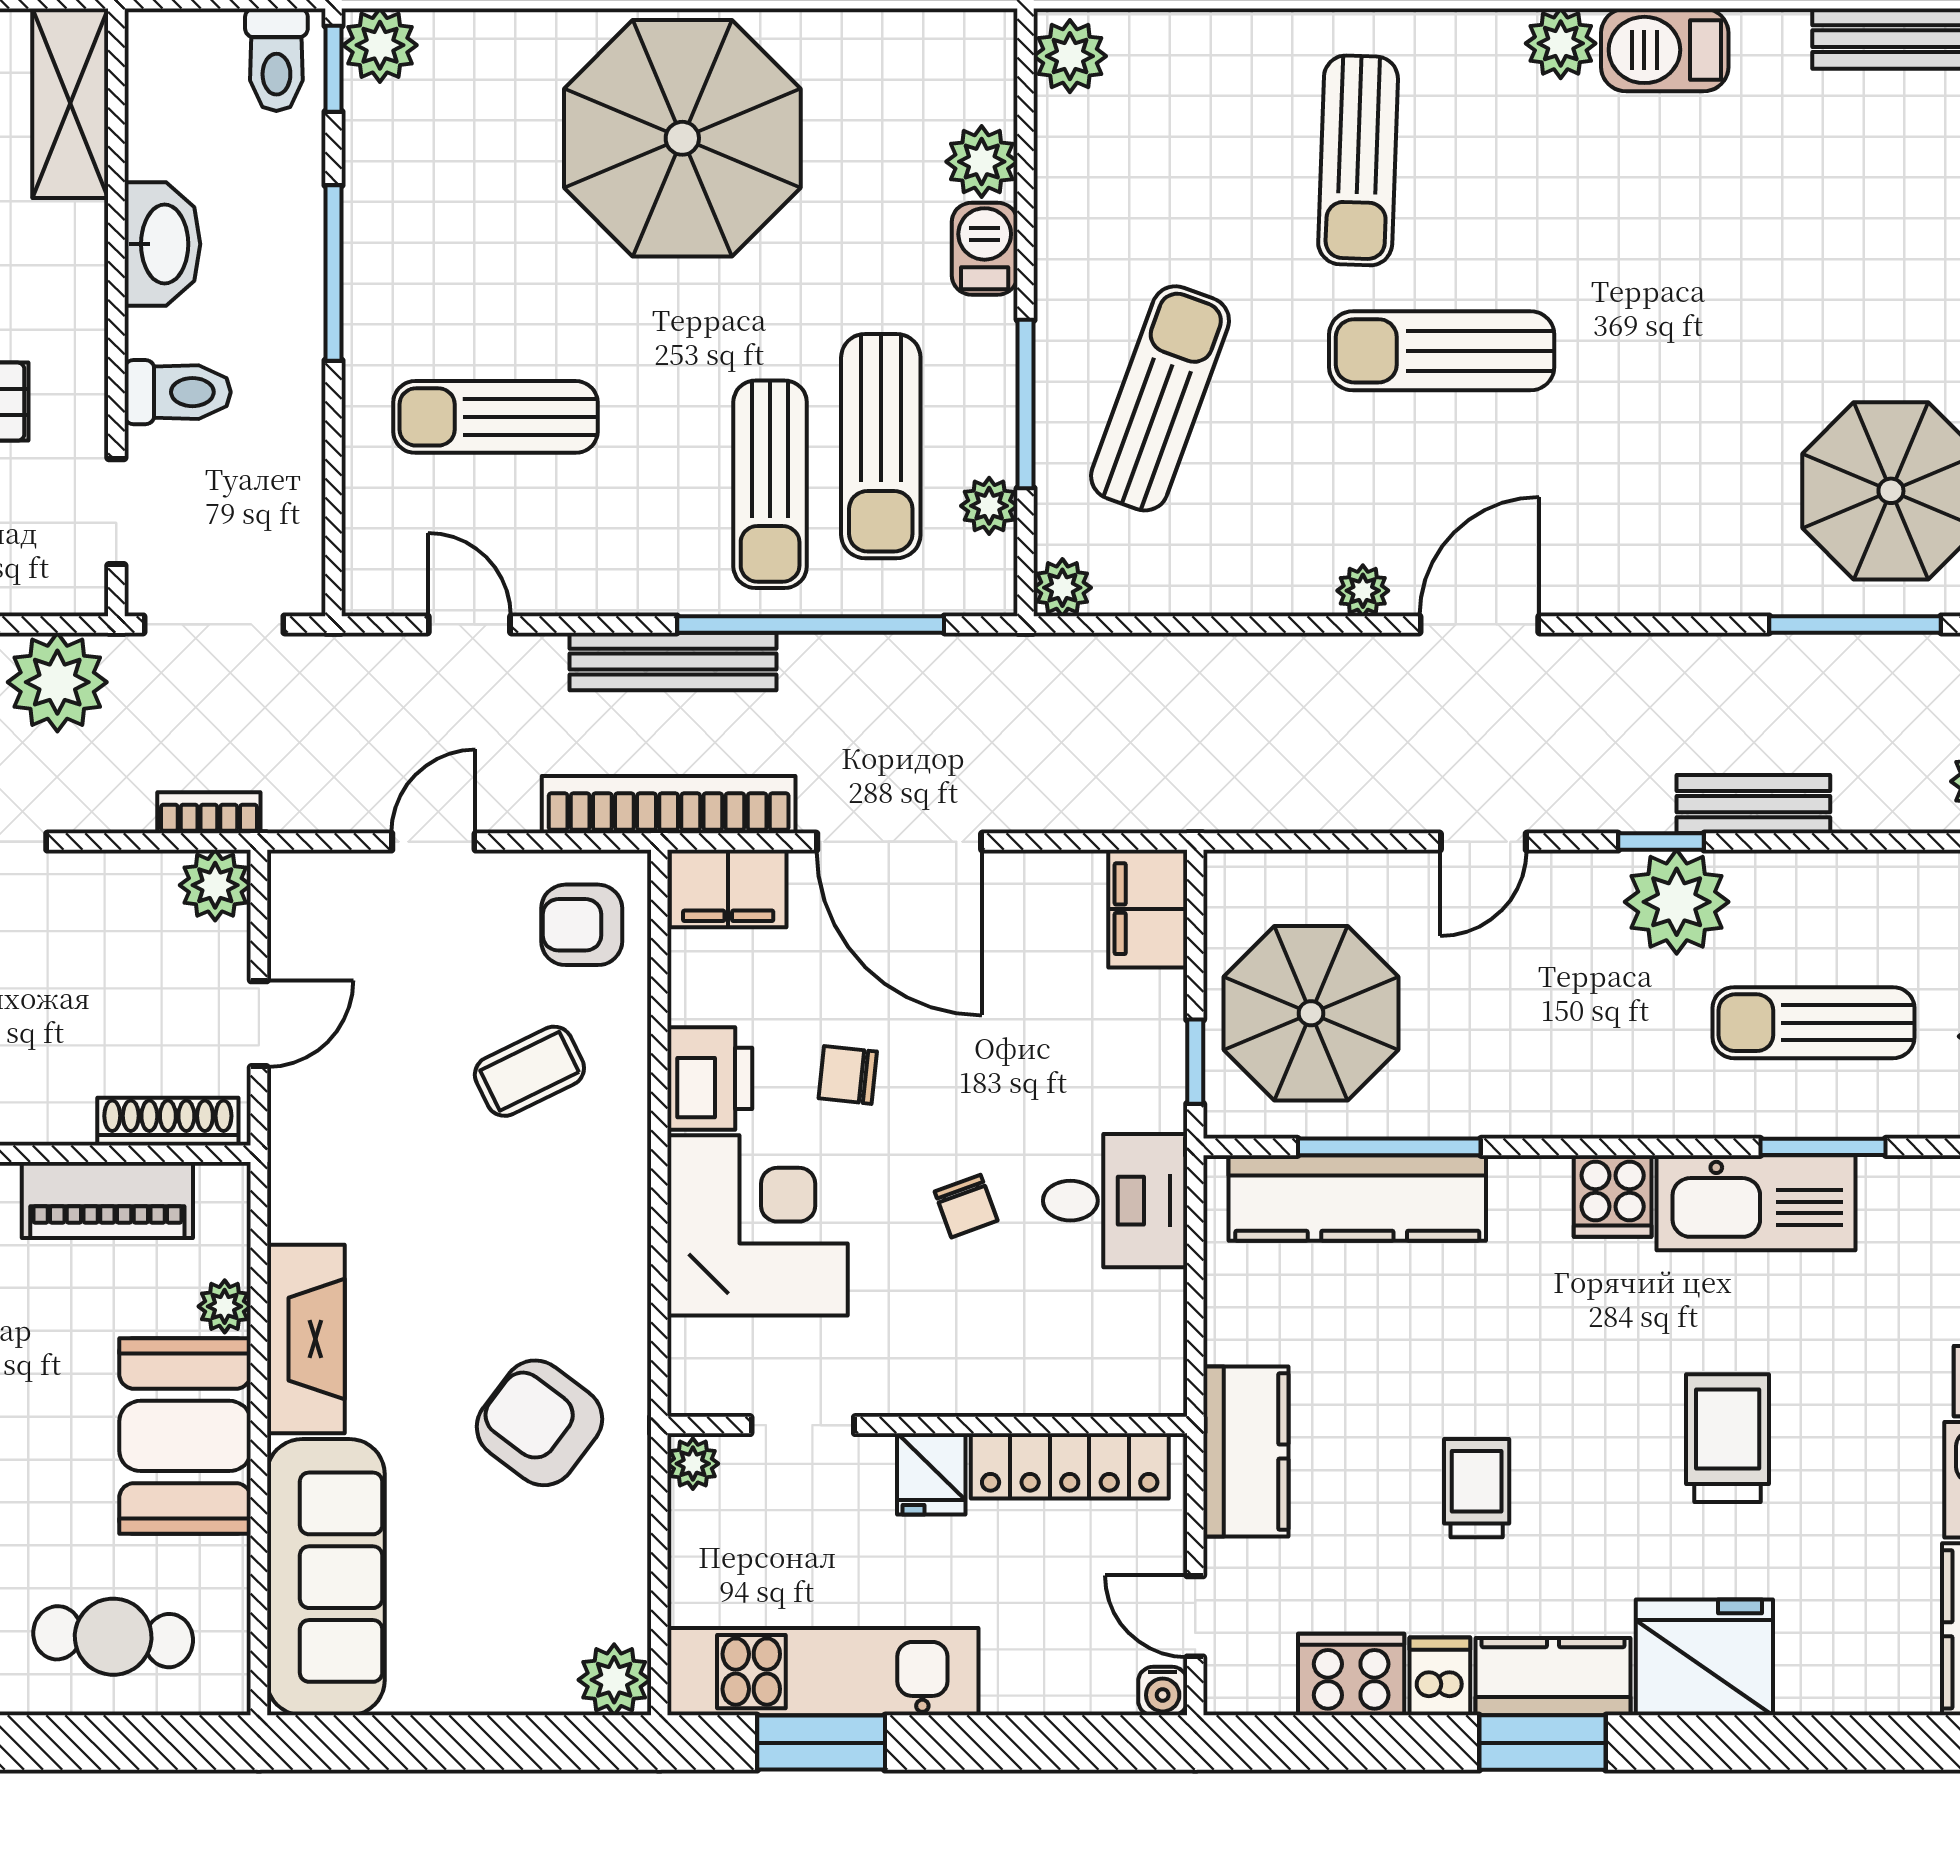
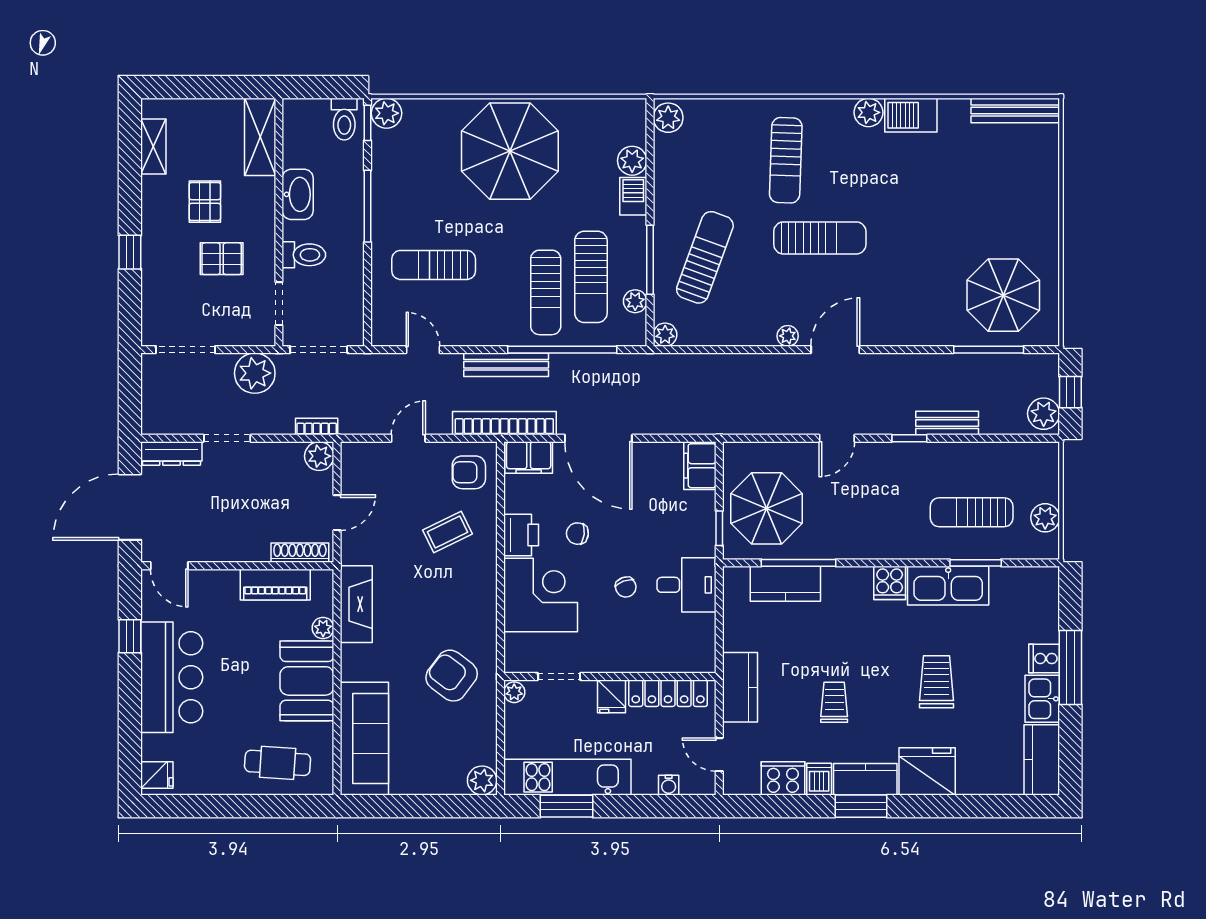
sun lounger: (1442, 351) -> (820, 238), turned 180
plant: (1677, 902) -> (916, 463), removed
kitchen counter: (1357, 1198) -> (785, 584), width x0.67
fireplace: (306, 1339) -> (356, 604), moved
water cooler: (1163, 1691) -> (669, 785), moved

